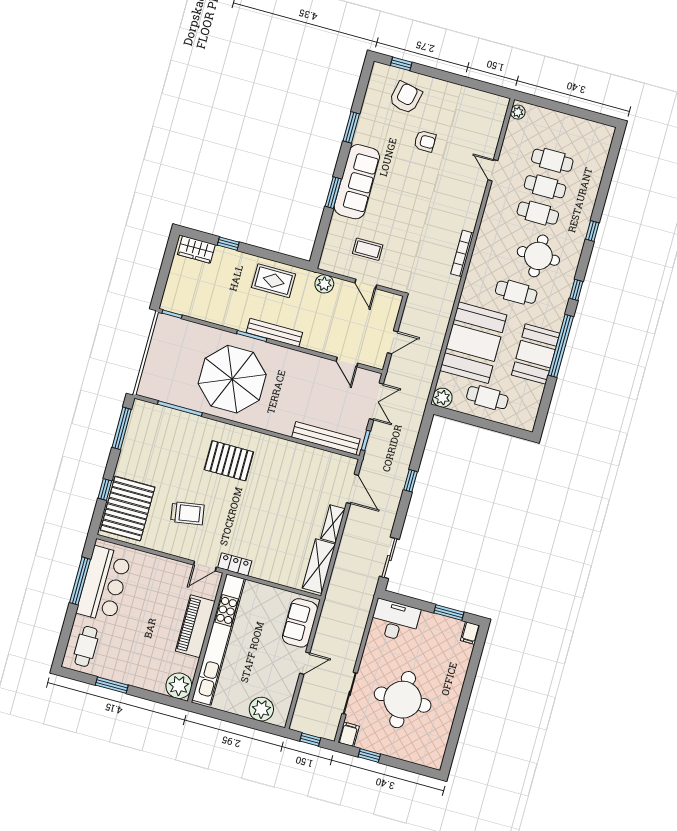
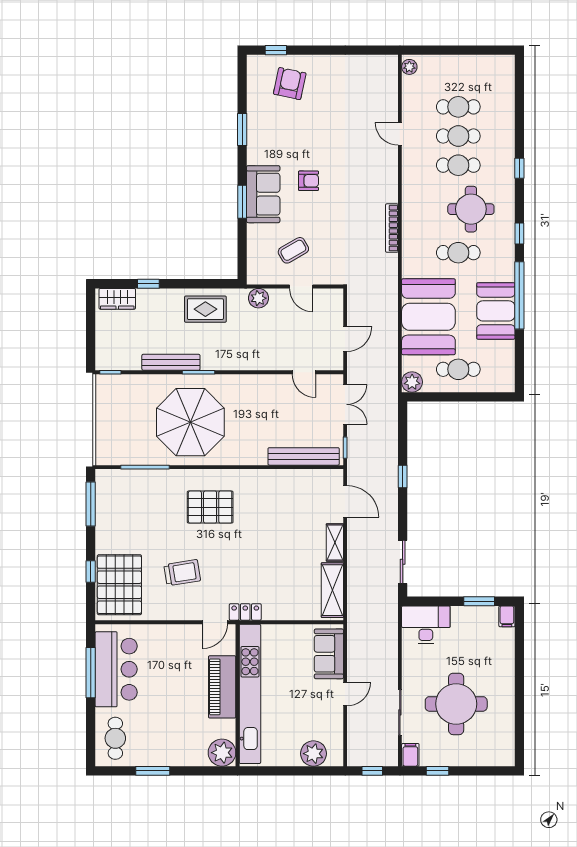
armchair: (425, 141) -> (309, 181), moved
sofa: (357, 182) -> (263, 194), width x0.73
coffee table: (368, 249) -> (293, 250), turned -30
bench: (274, 333) -> (171, 362), moved

